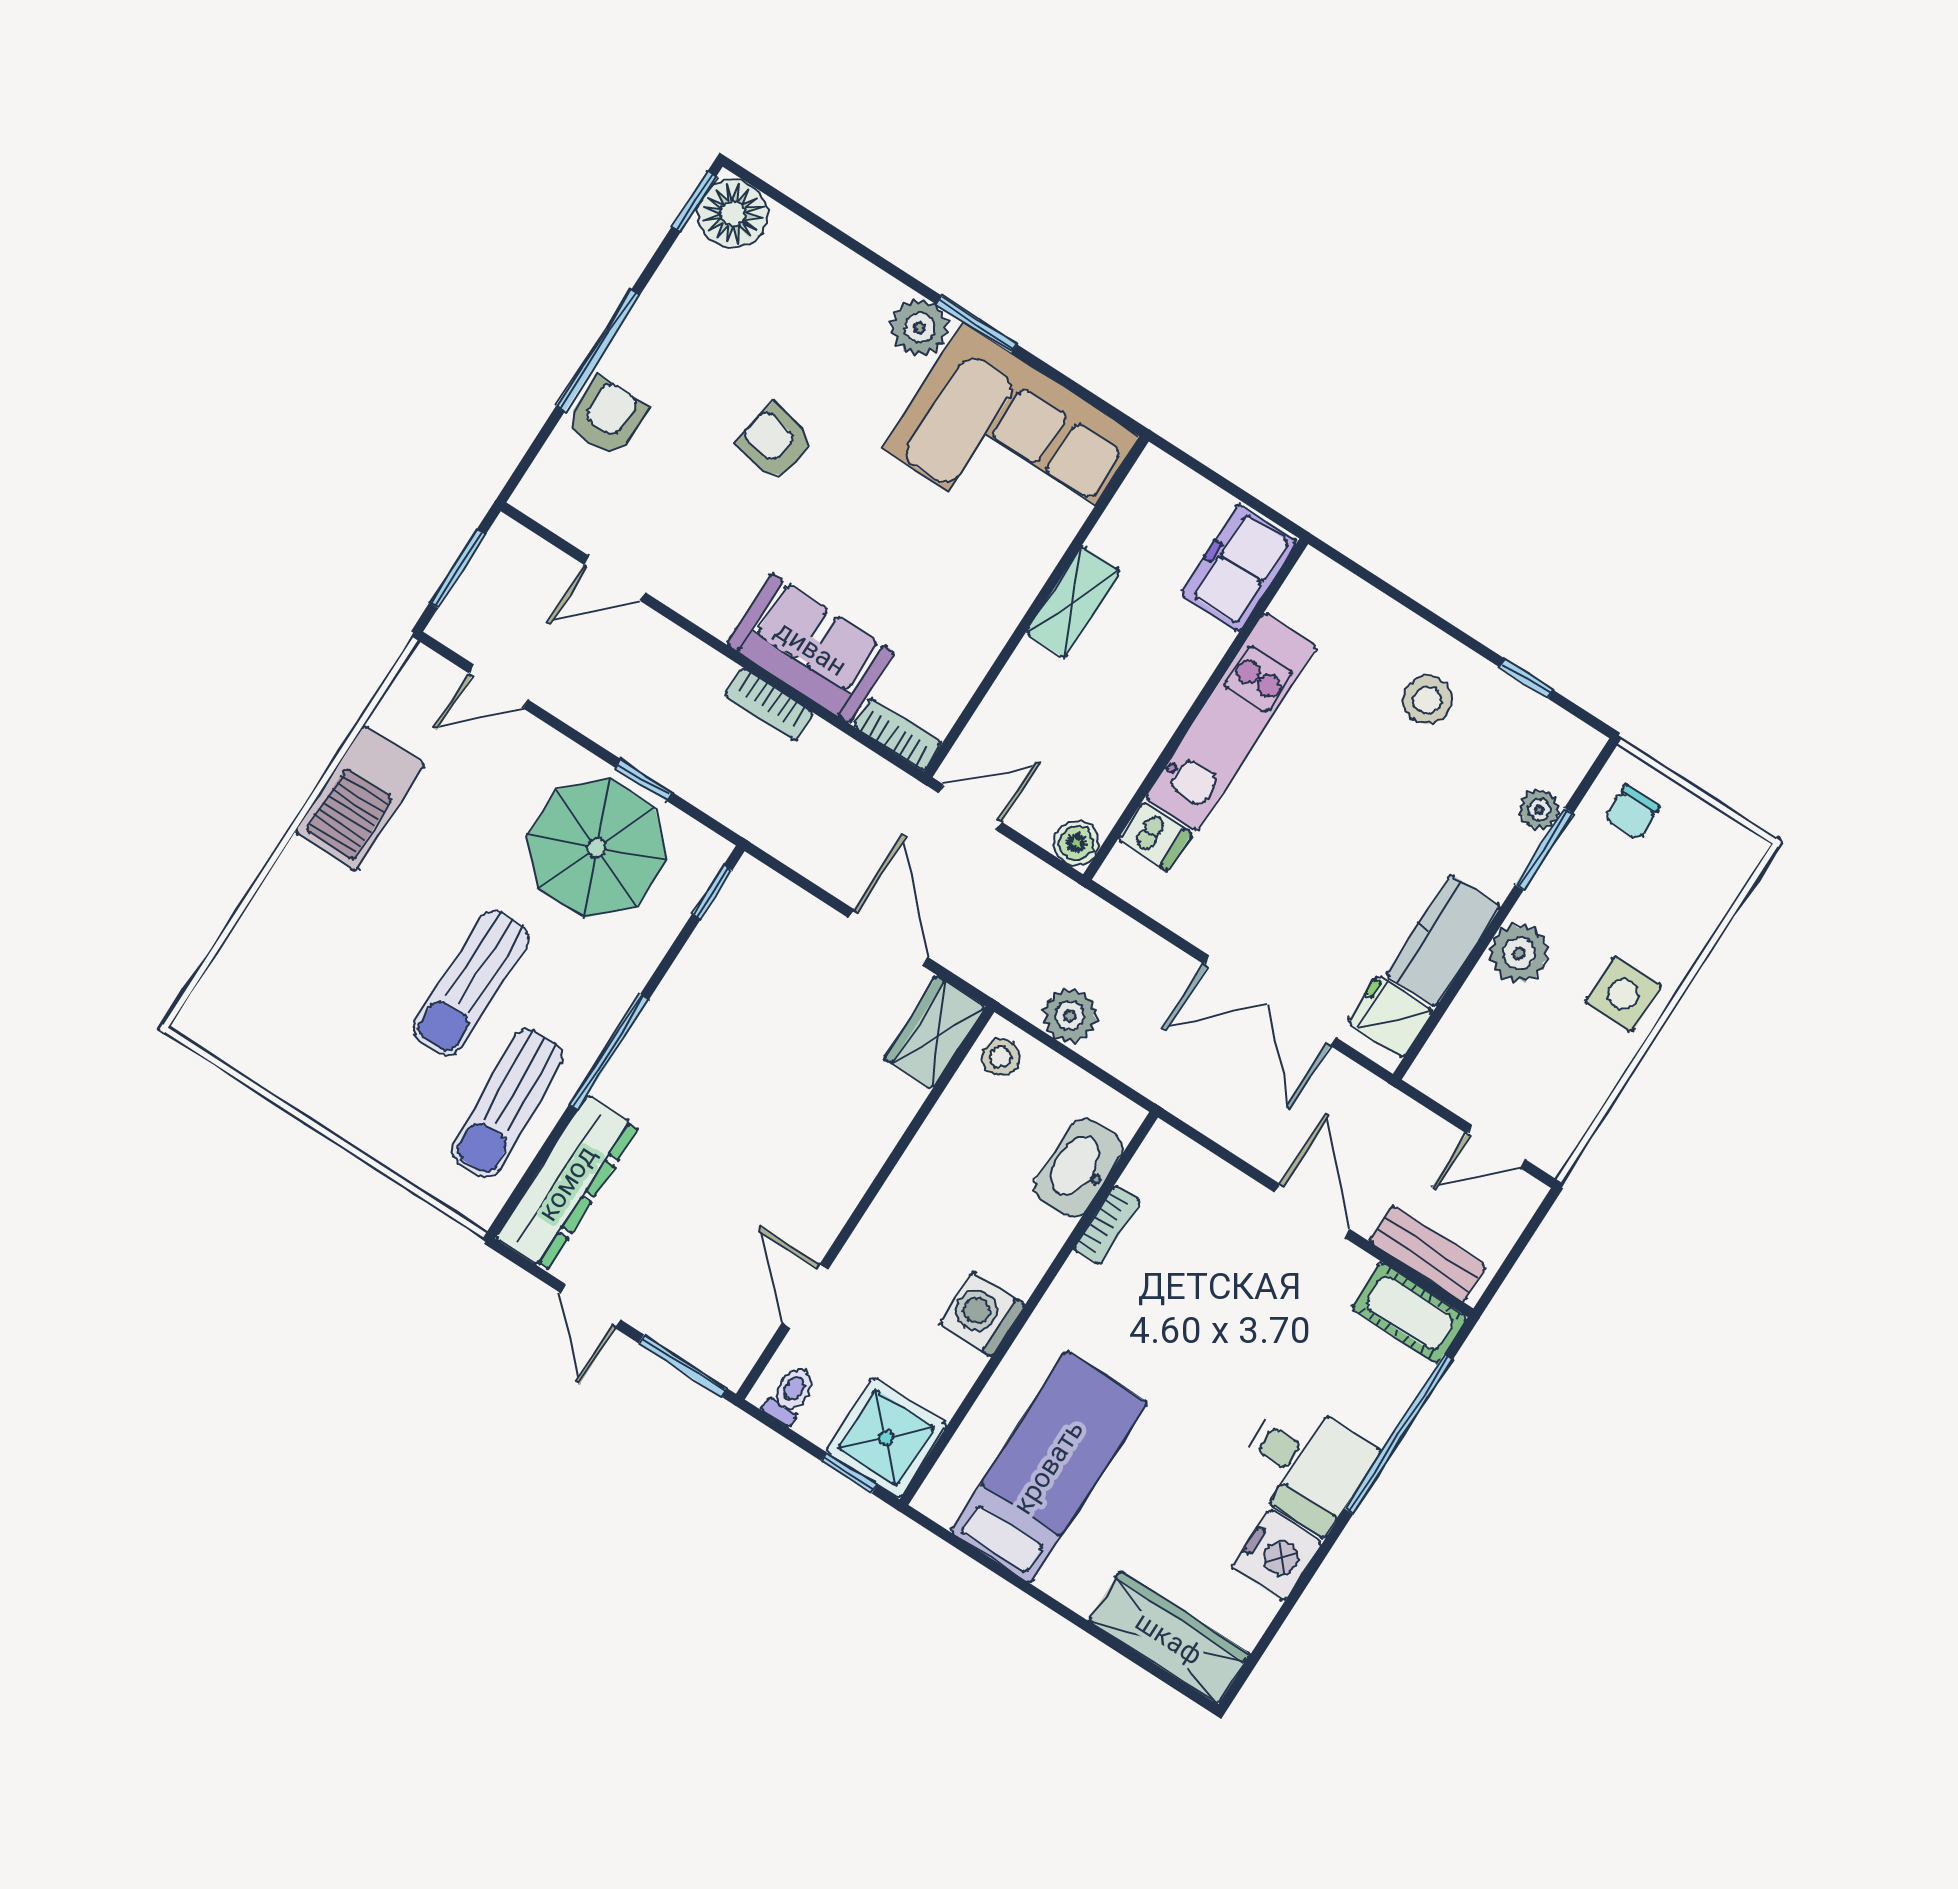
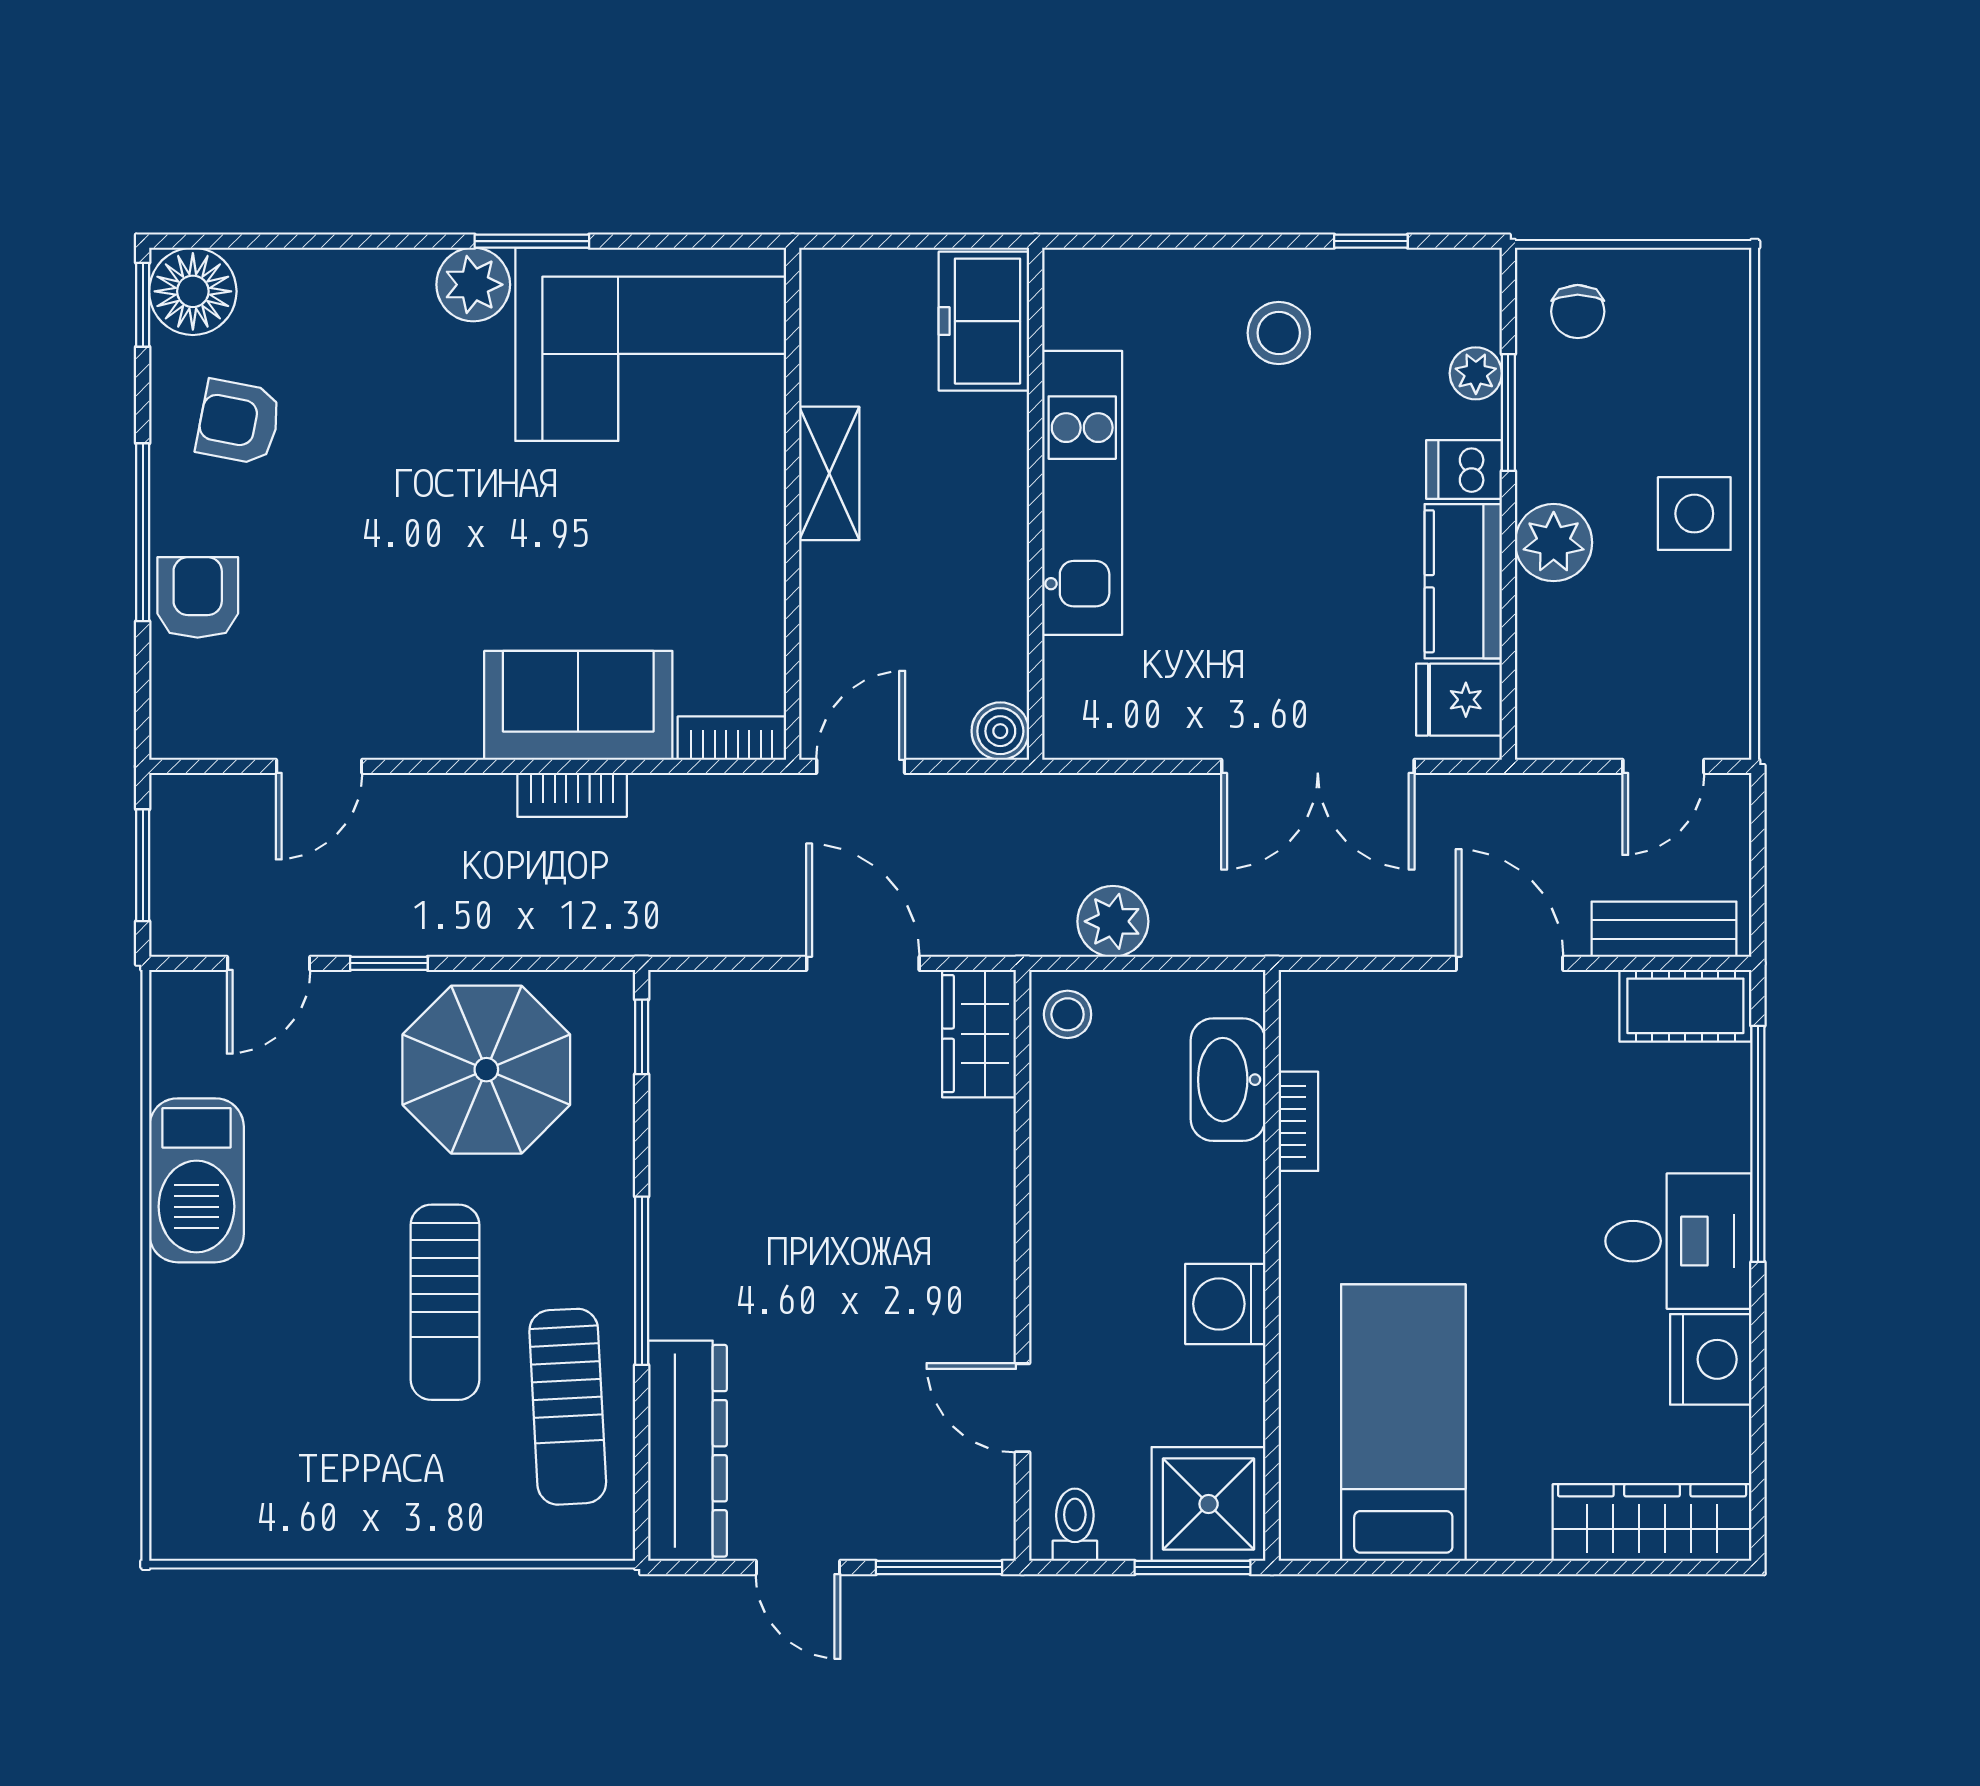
armchair: (775, 442) -> (239, 422), moved
window: (644, 780) -> (389, 963), moved
dishwasher: (1155, 836) -> (1464, 469), moved, turned 180
window: (849, 1473) -> (1192, 1567), width x1.50

